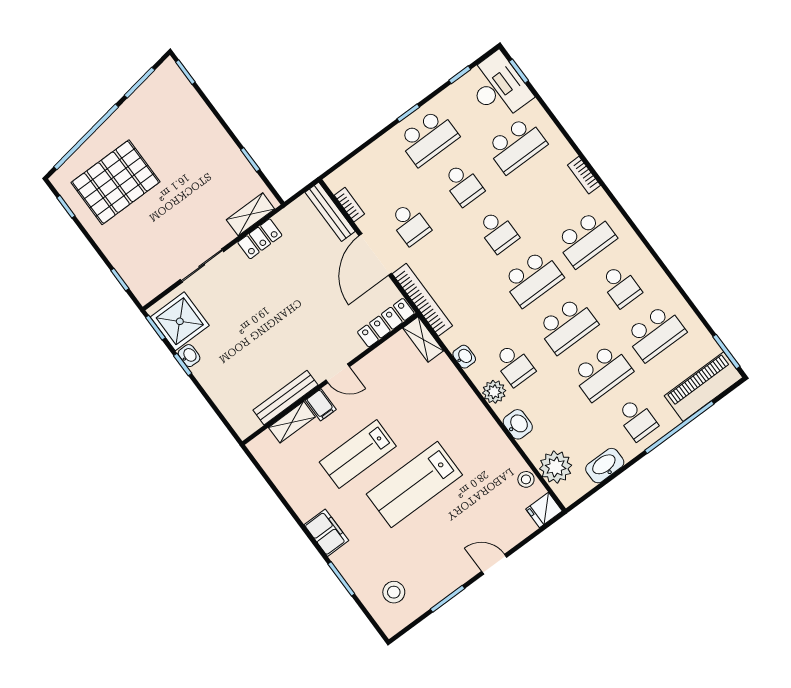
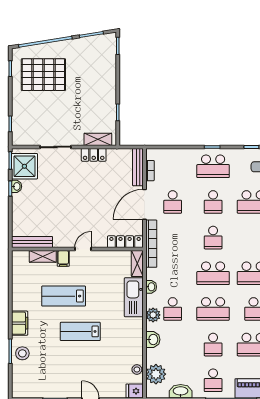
school desk: (602, 372) -> (213, 345), width x0.54
door: (338, 373) -> (83, 249), swing flipped
kitchen sink: (451, 387) -> (134, 297), added
bench: (285, 398) -> (32, 242), moved
lab bench: (414, 484) -> (80, 331), width x0.73, depth x0.72
stool: (394, 592) -> (22, 353), moved

